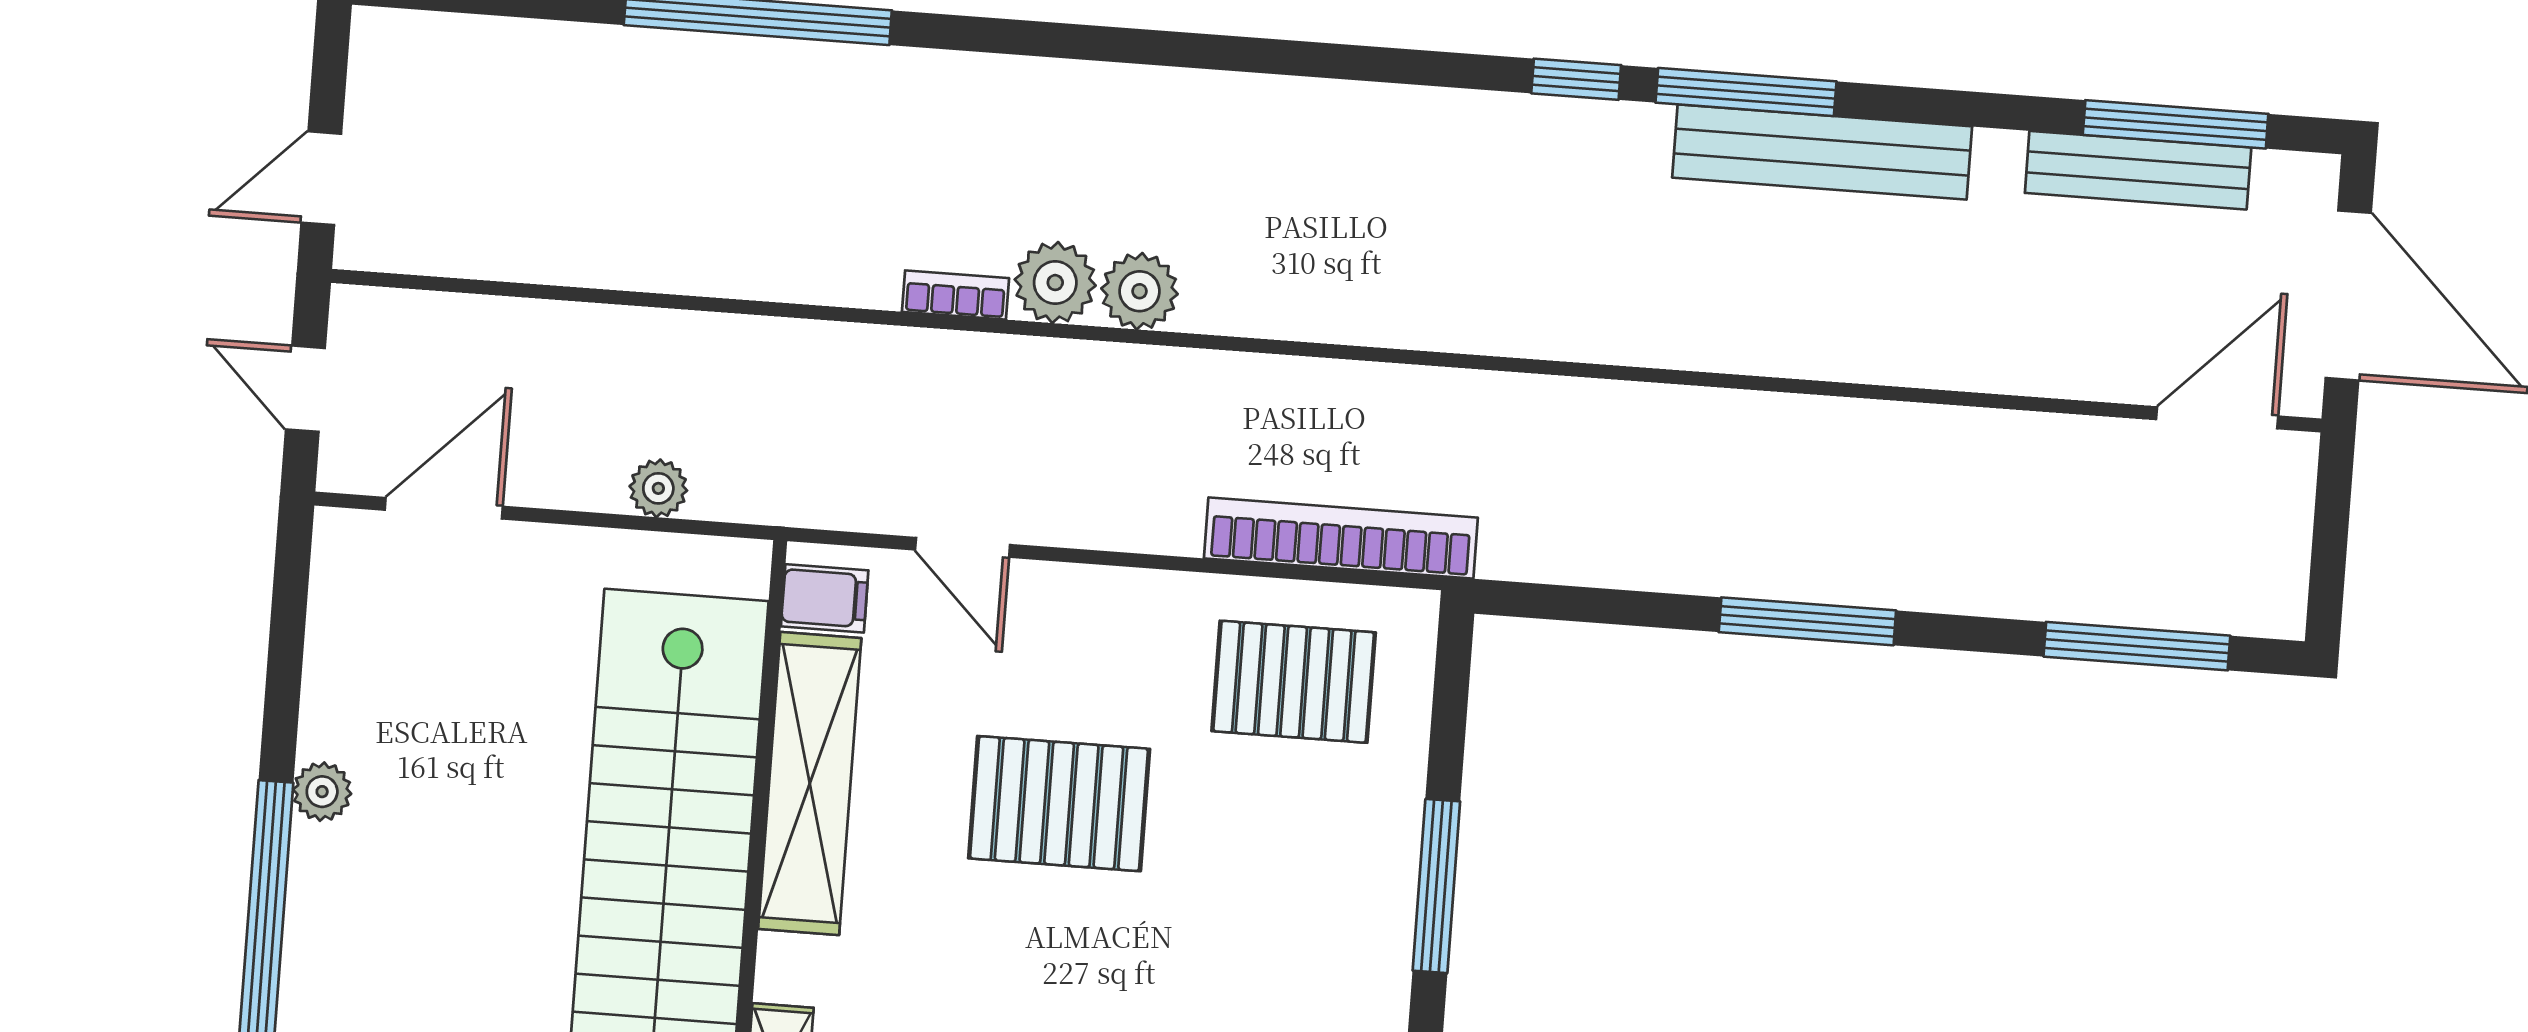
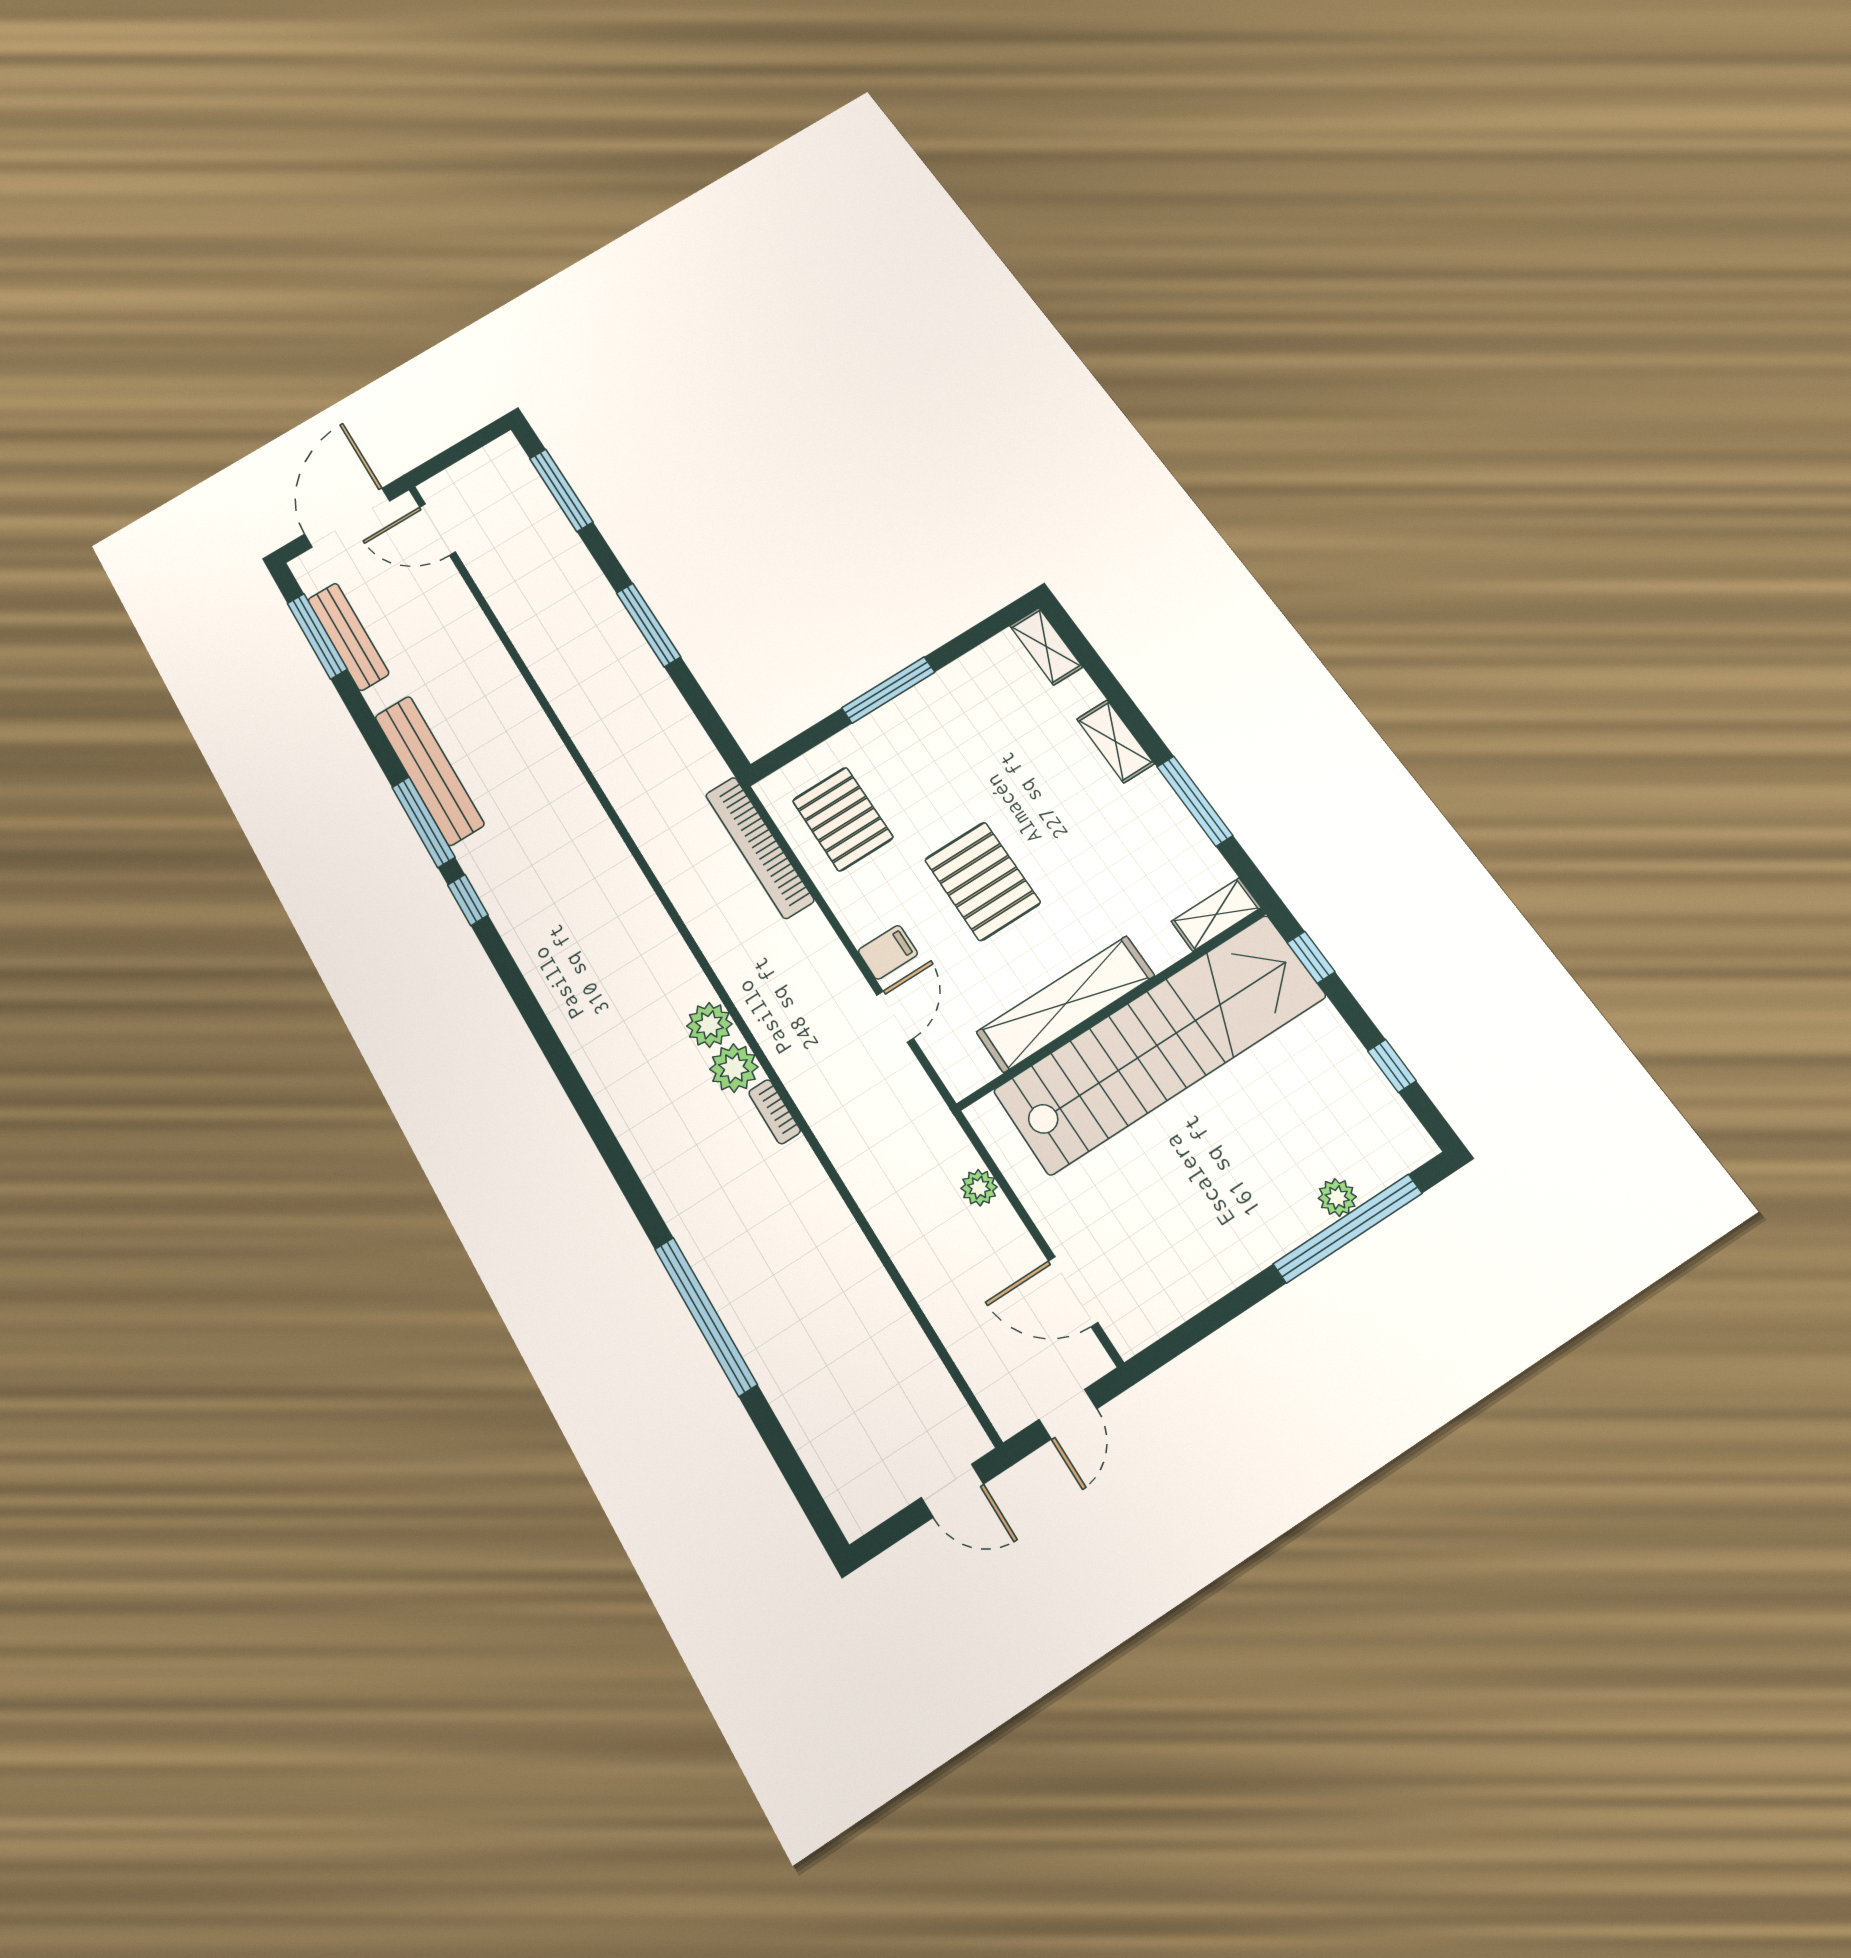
filing cabinet: (825, 598) -> (888, 952), moved, turned 90
plant: (322, 792) -> (1337, 1198), moved

